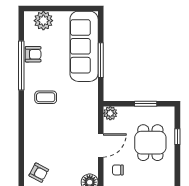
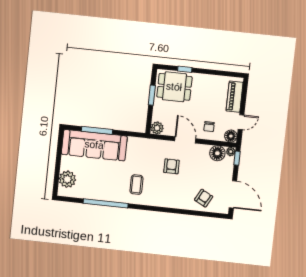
armchair: (33, 54) -> (171, 166), moved
window: (101, 60) -> (97, 130), moved
dining table: (150, 143) -> (174, 87), moved

